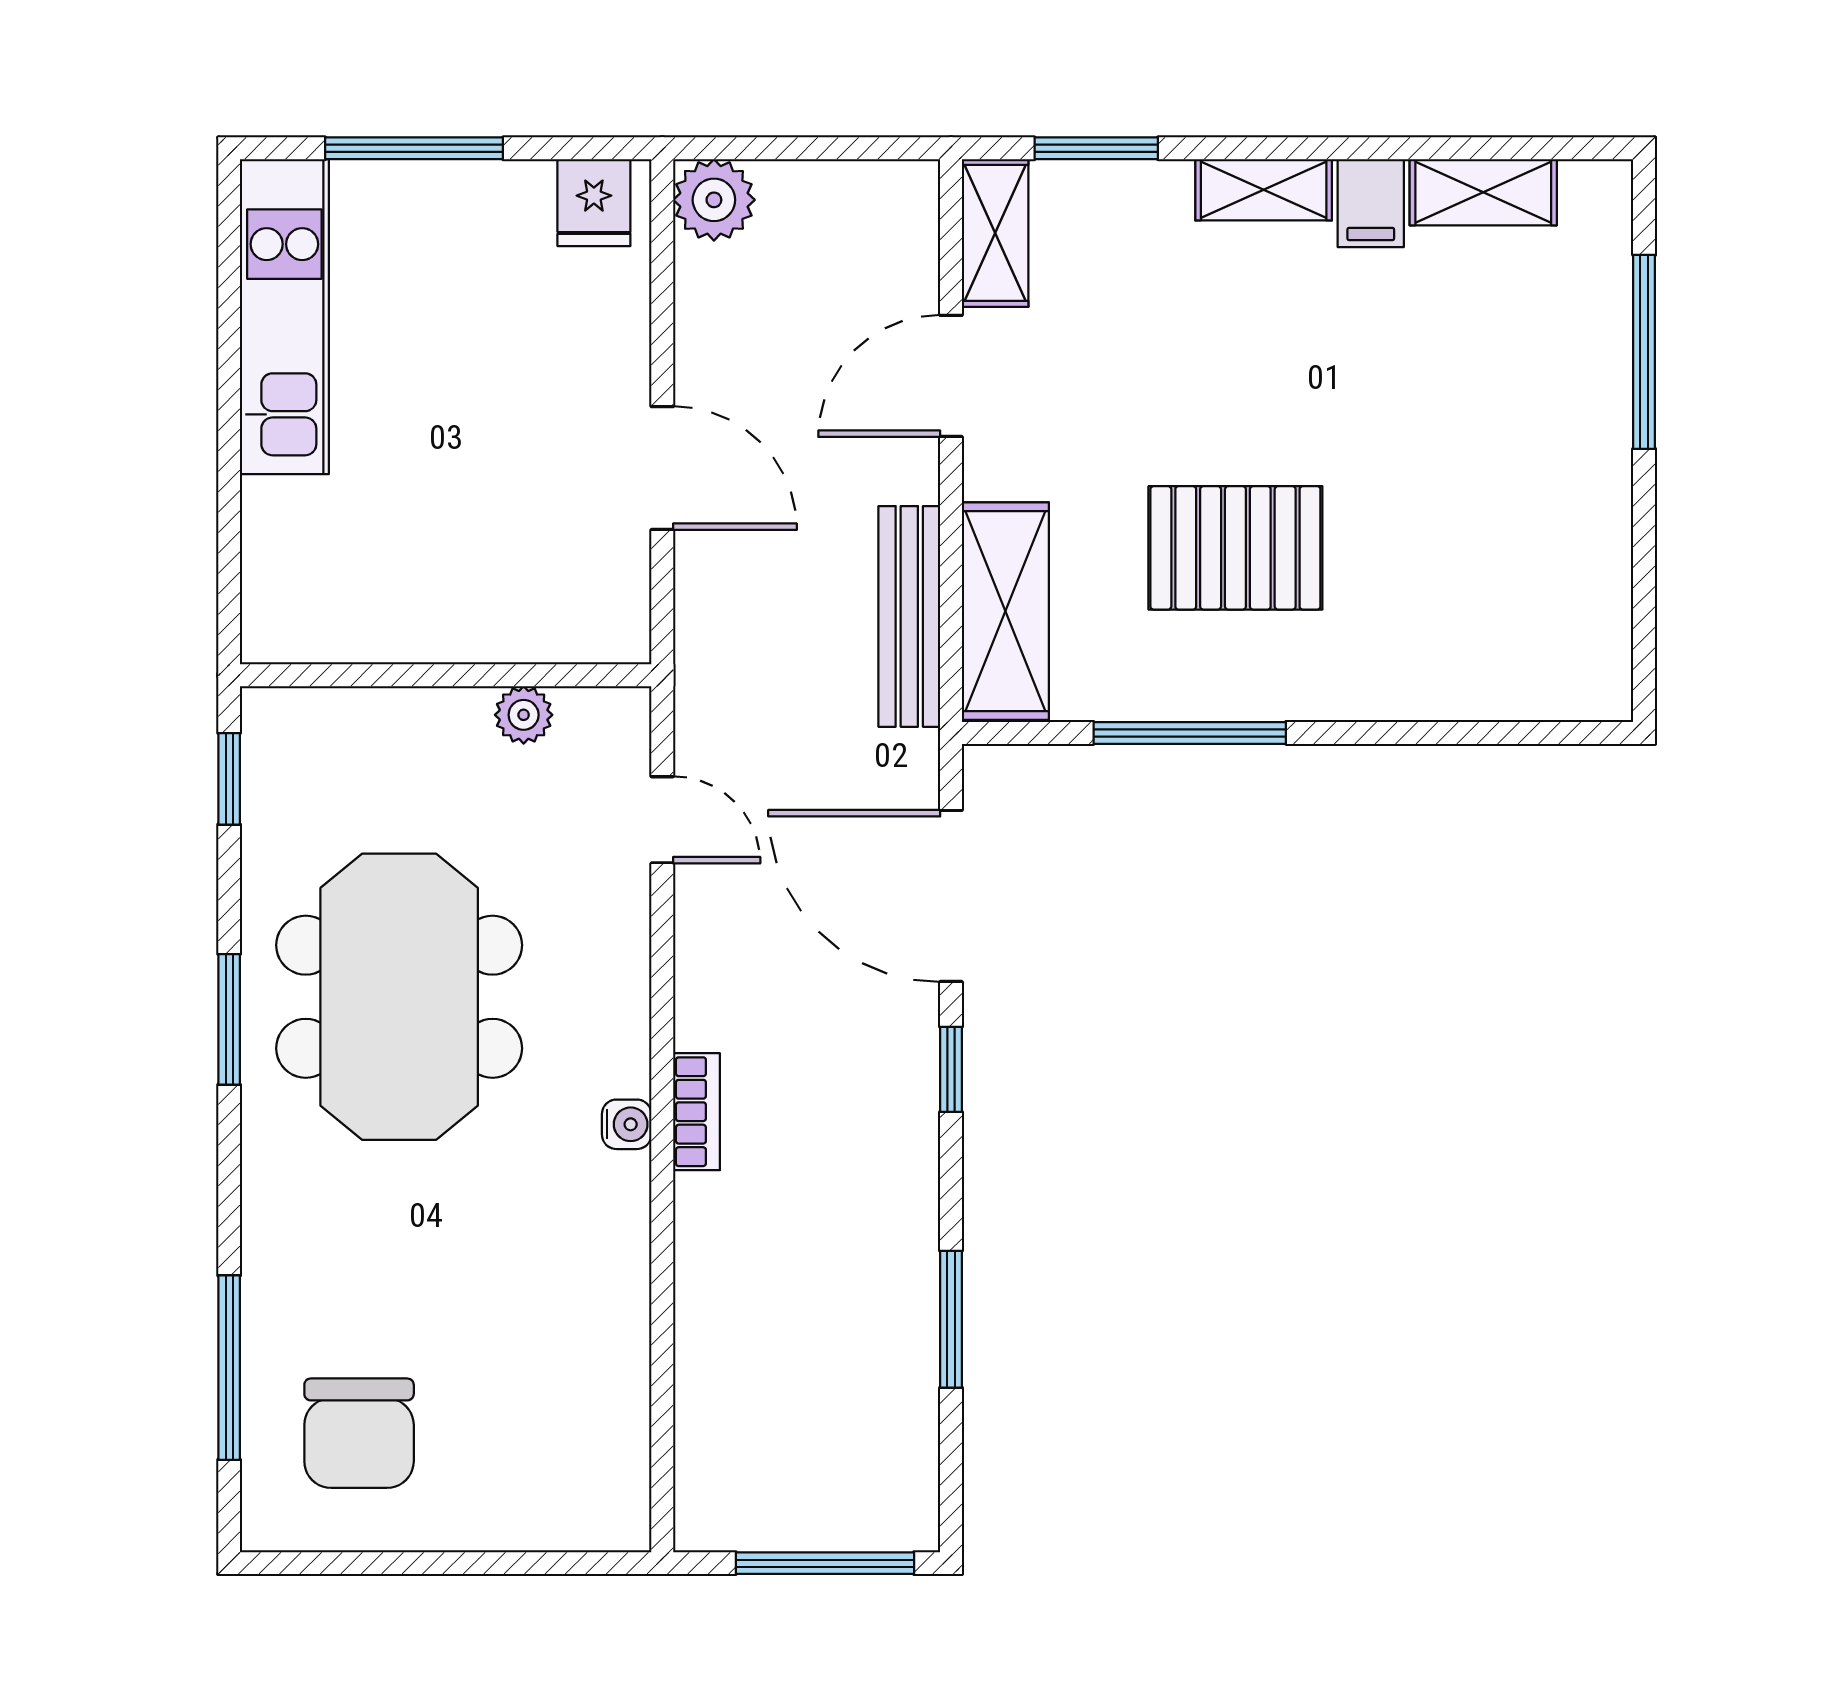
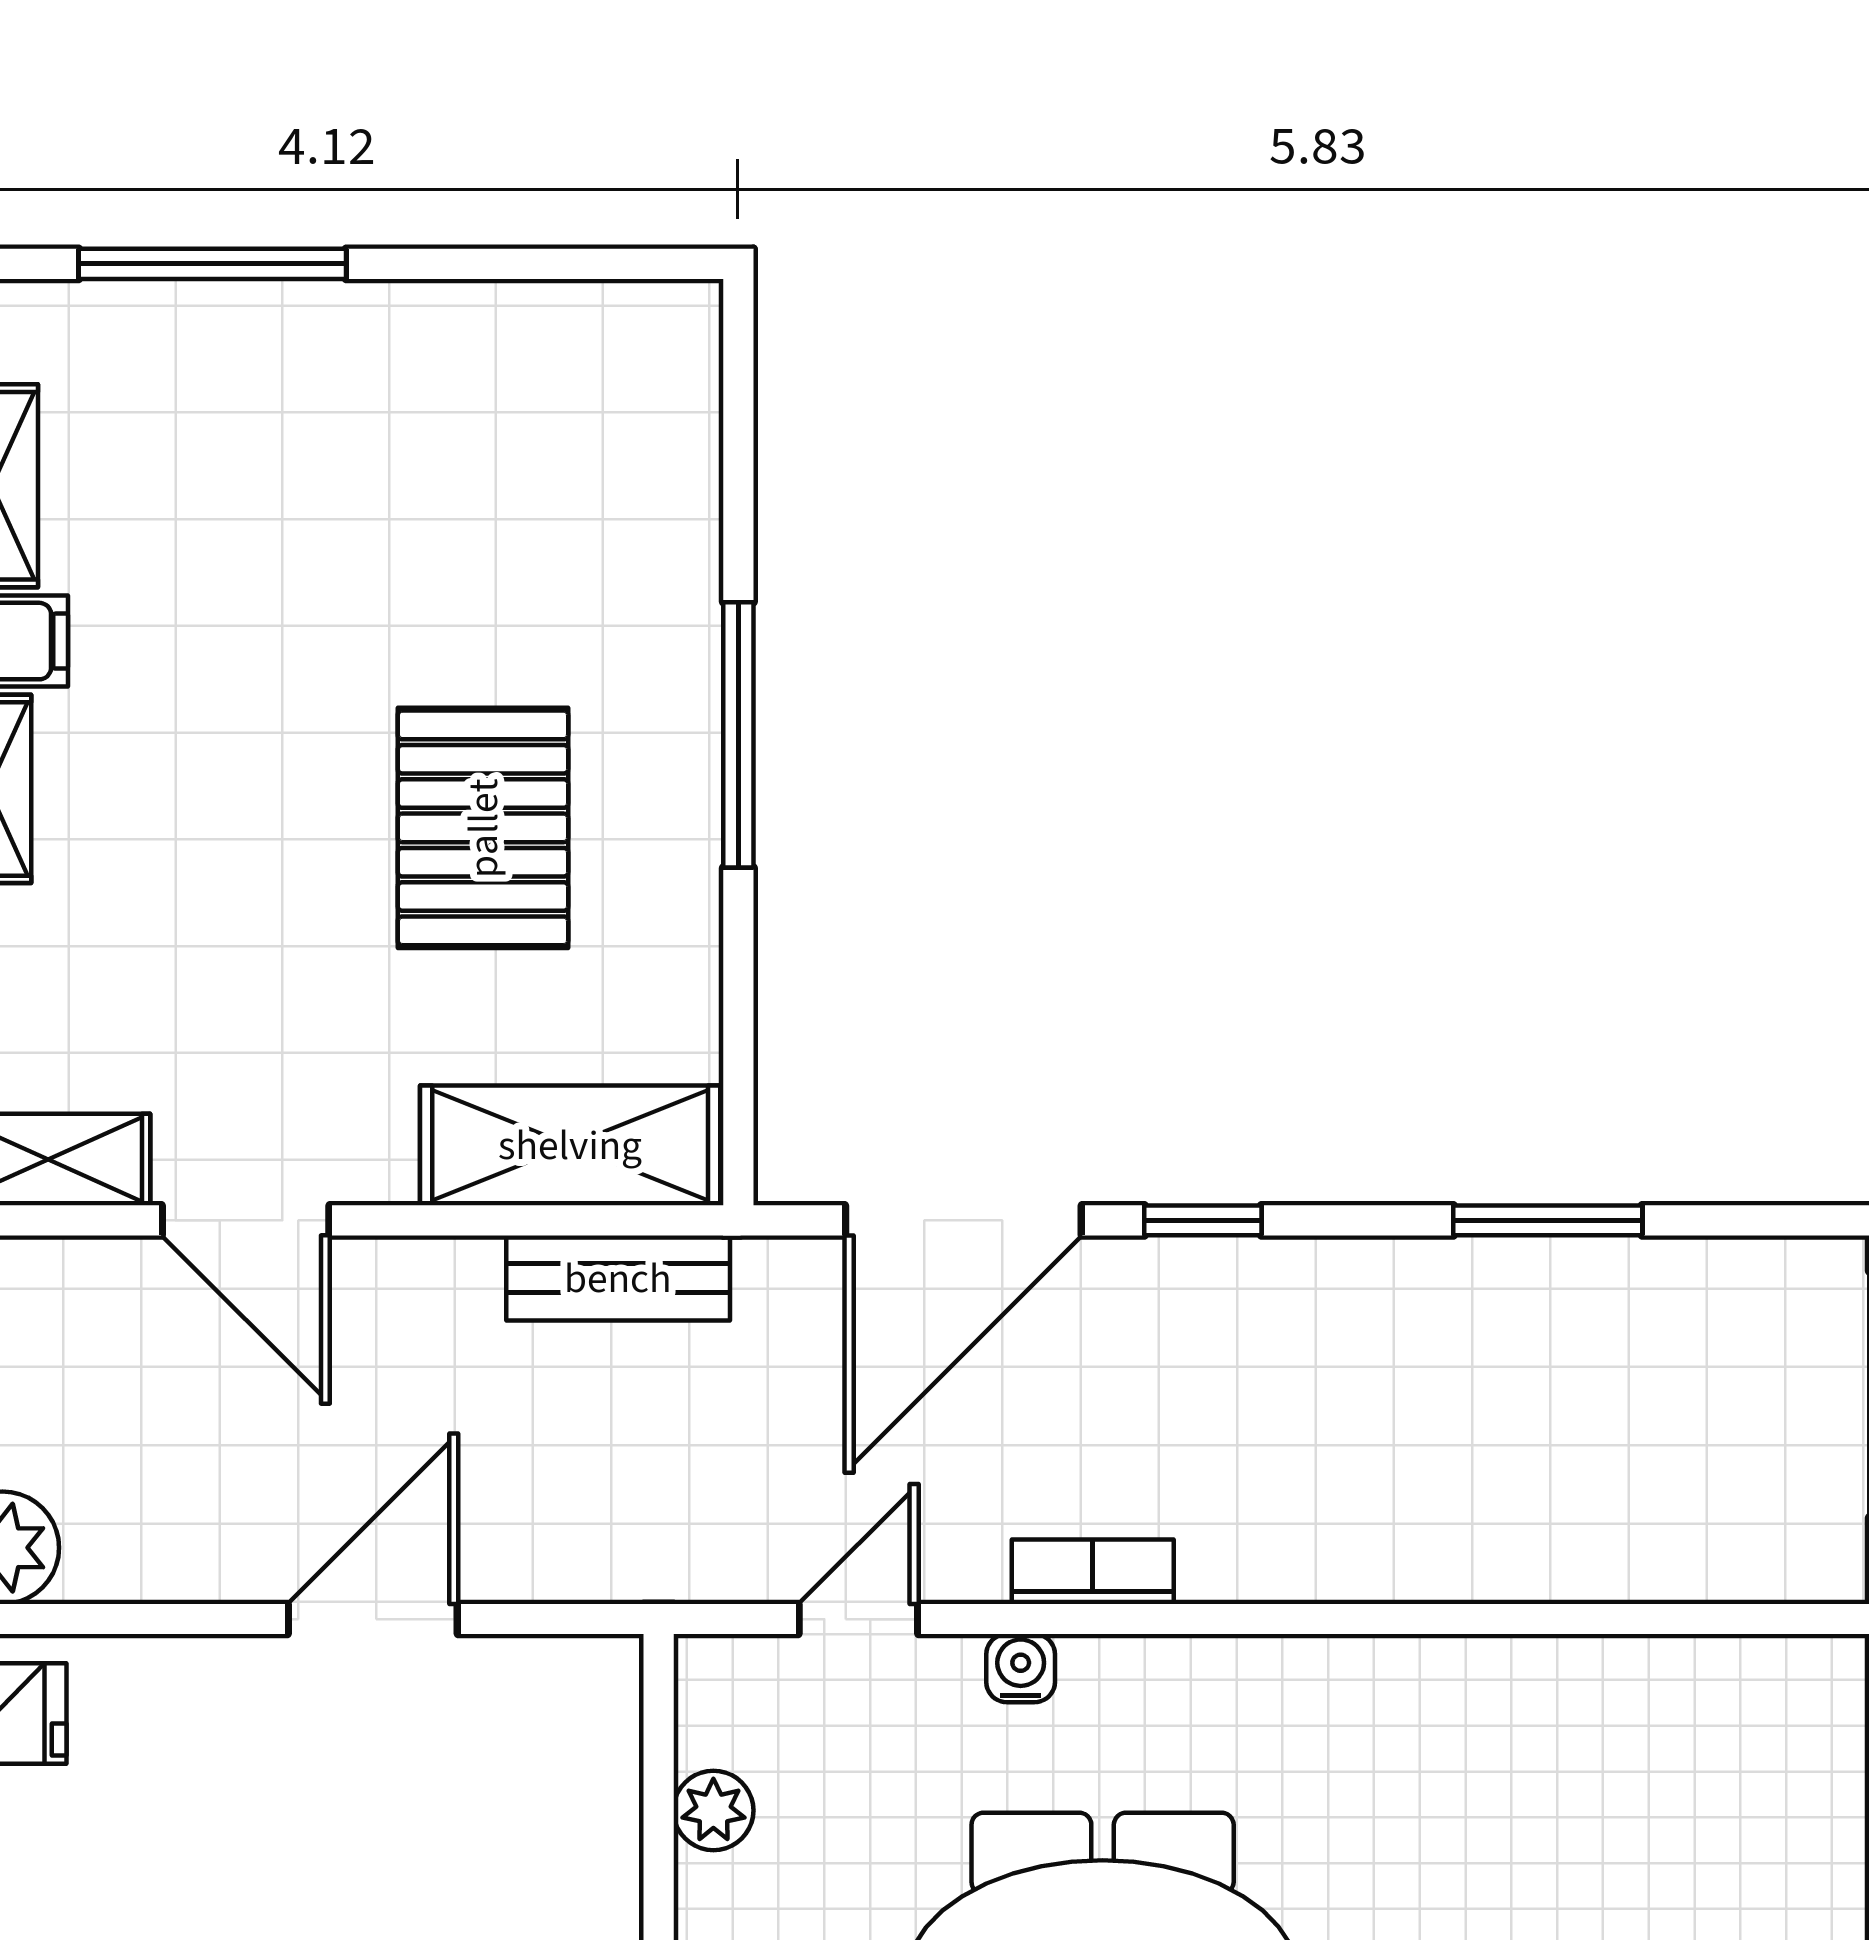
bench: (909, 616) -> (618, 1278), width x0.73
window: (1190, 733) -> (738, 735), moved
bookcase: (697, 1112) -> (1093, 1572), moved
water cooler: (627, 1124) -> (1021, 1668), moved

